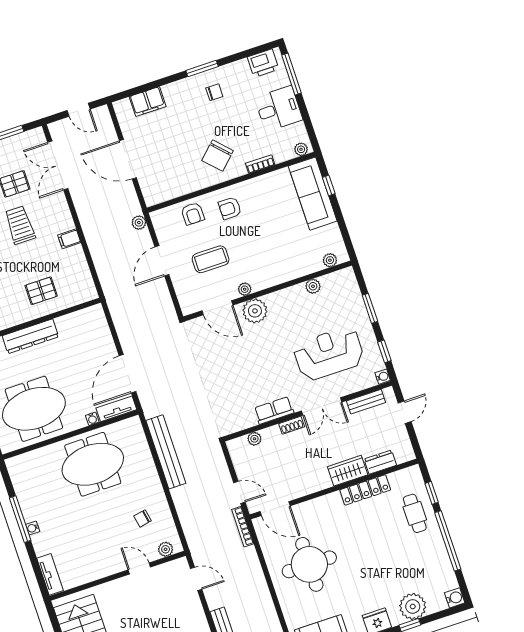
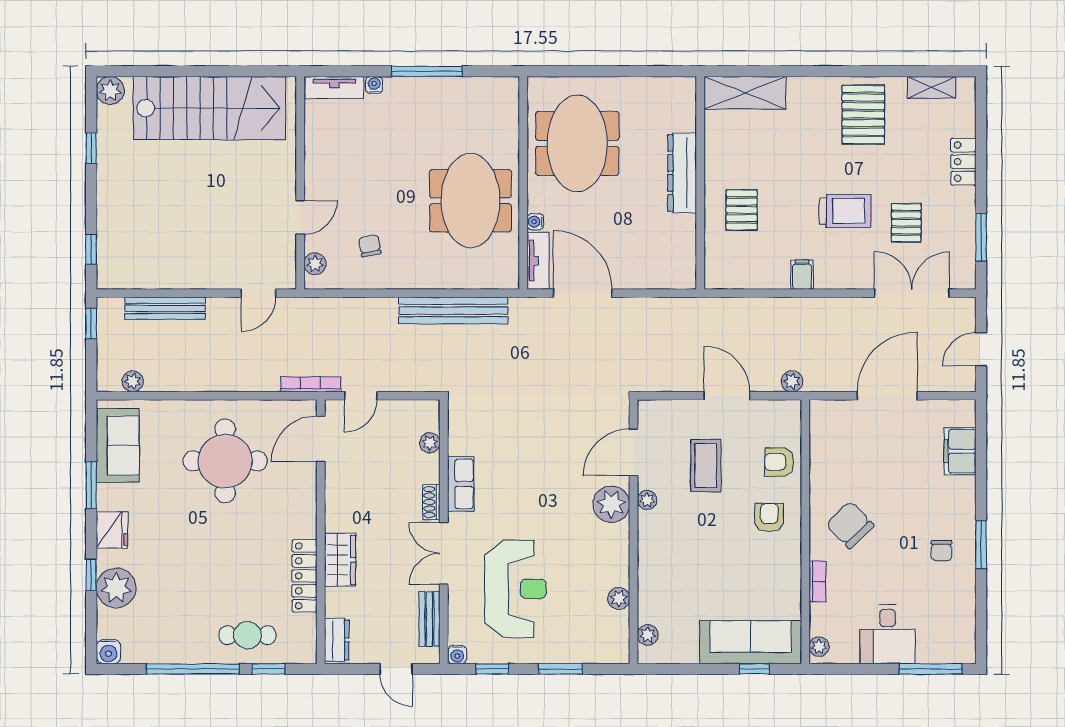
printer: (263, 63) -> (960, 634), removed
dresser: (380, 462) -> (337, 640), moved
water cooler: (33, 528) -> (374, 85), moved

